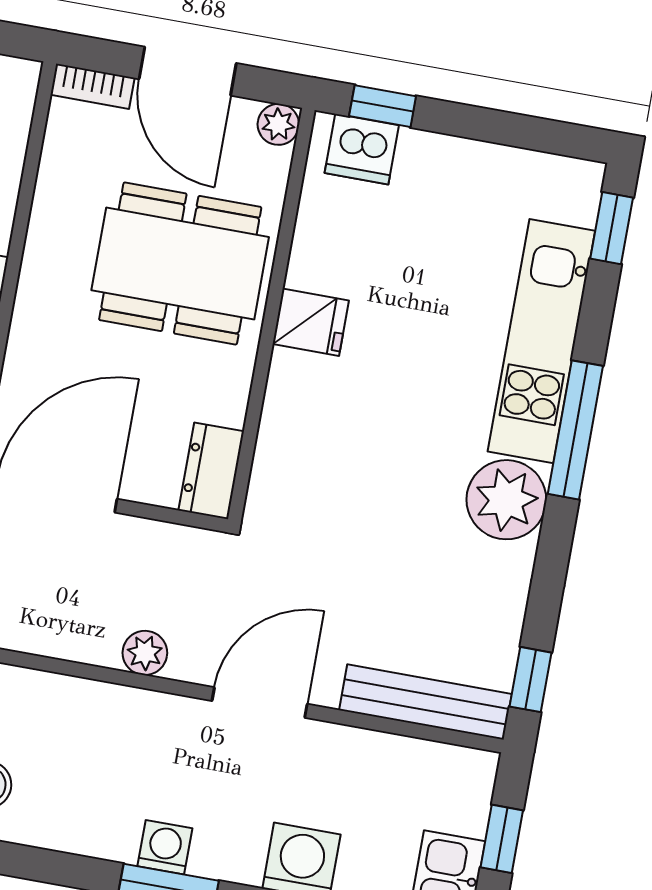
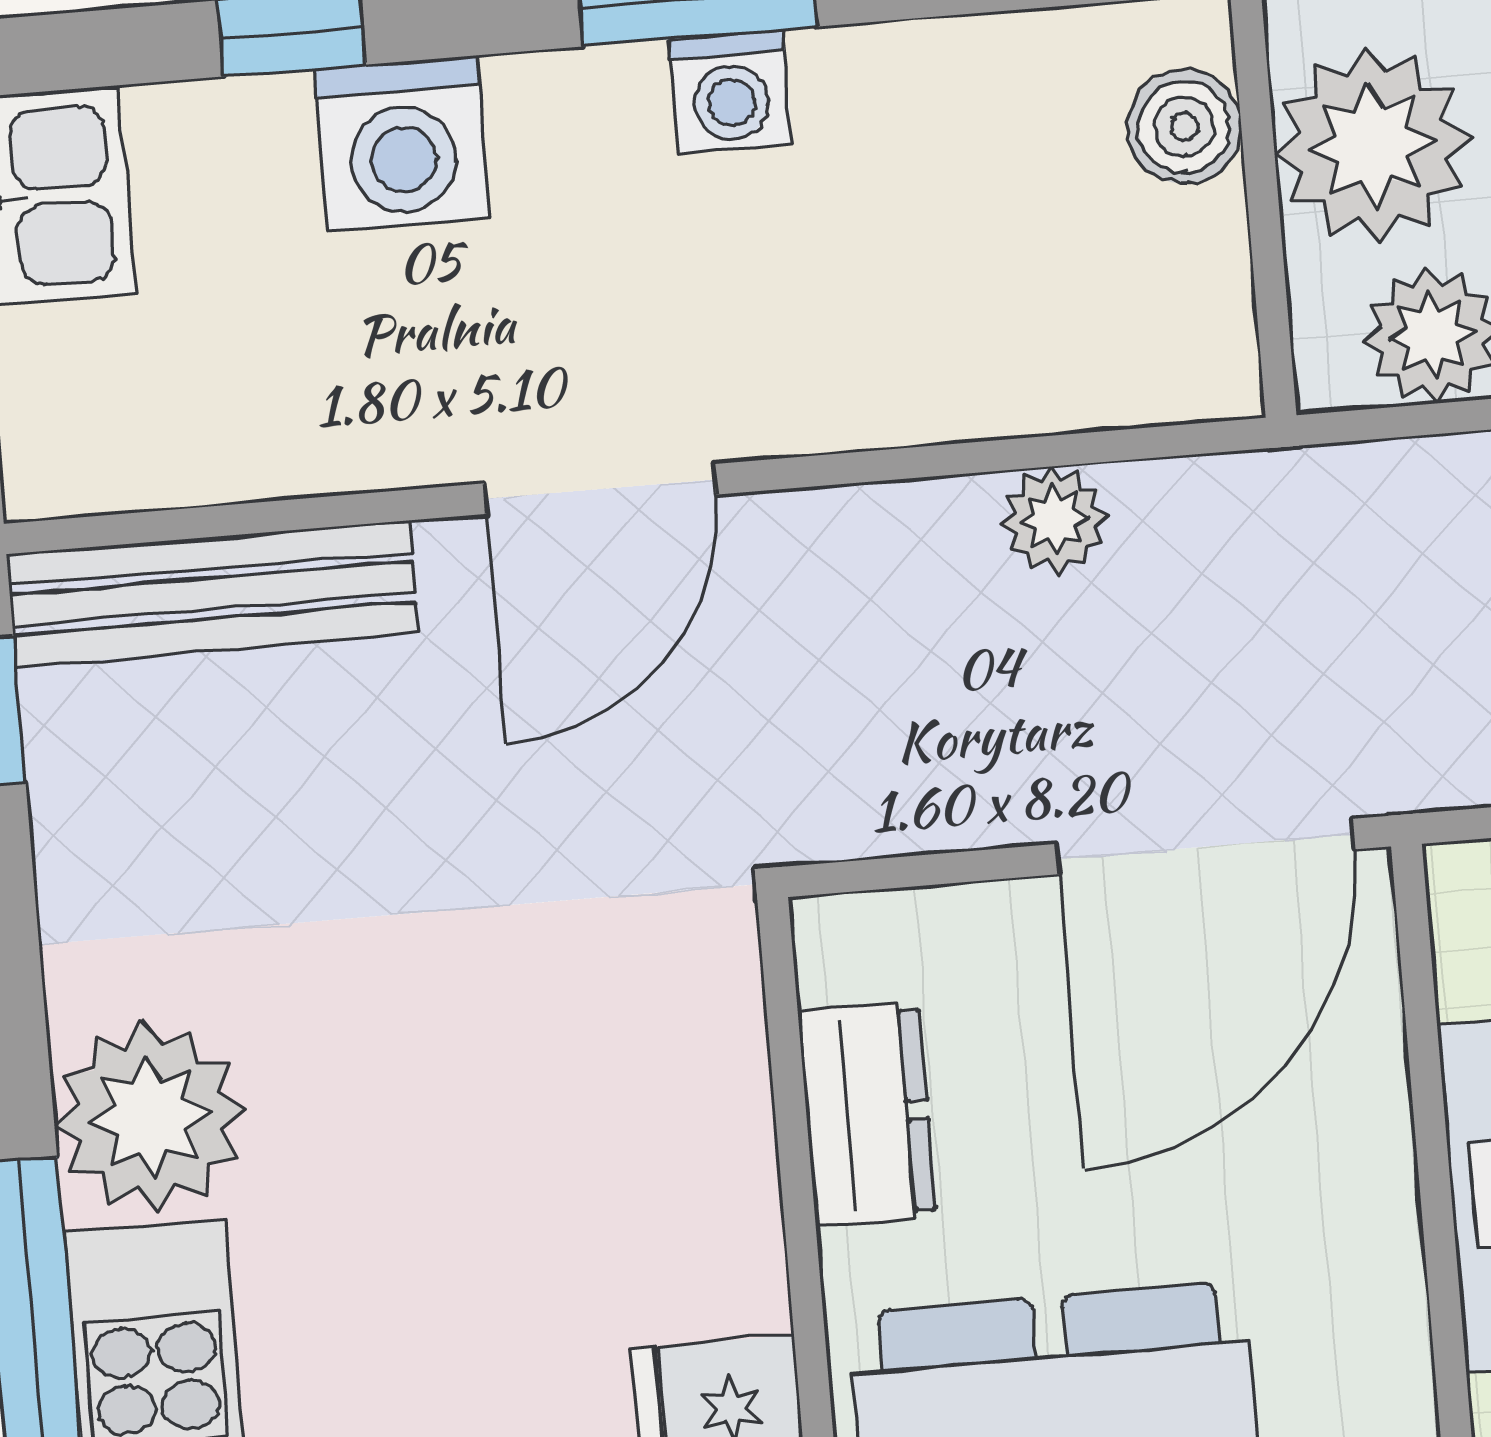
dresser: (211, 471) -> (867, 1114), moved
plant: (145, 653) -> (1054, 520), moved

